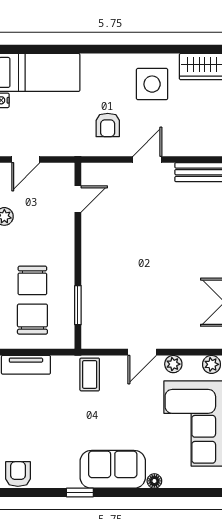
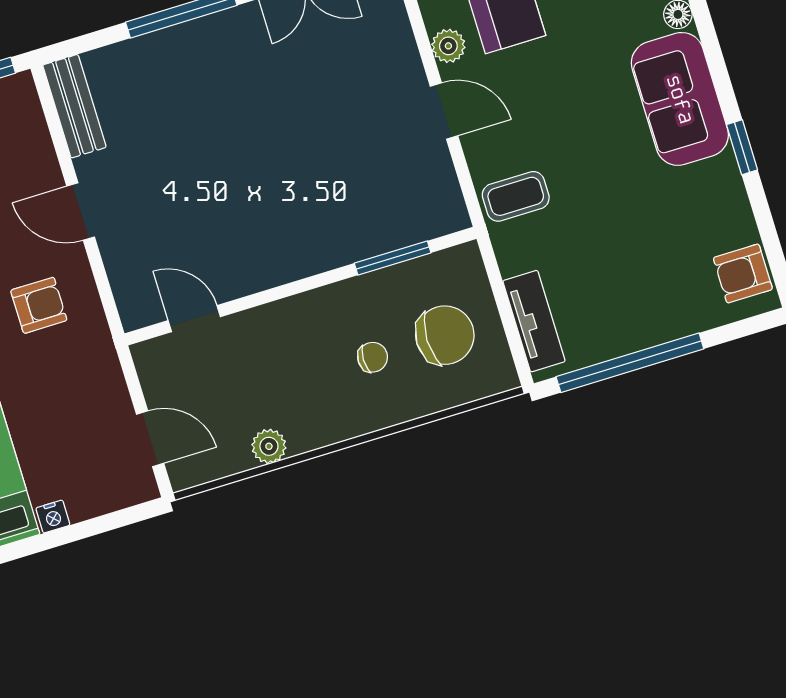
chair: (32, 280) -> (373, 357), width x0.54, depth x0.54
chair: (32, 319) -> (445, 335), turned 180

